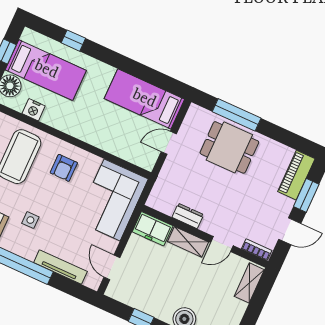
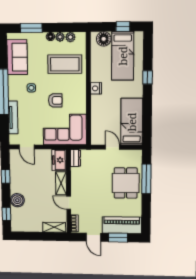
window: (73, 41) -> (148, 77), moved
nightstand: (34, 110) -> (96, 88), moved
armchair: (64, 168) -> (55, 100), moved, turned 180
piano: (296, 175) -> (122, 225), width x1.37, depth x1.33
dresser: (188, 216) -> (76, 158), moved
door: (112, 267) -> (27, 147), swing flipped

